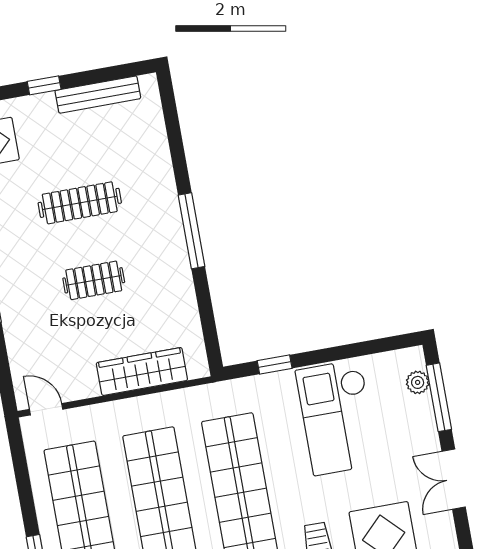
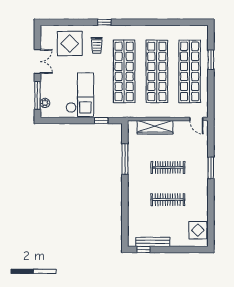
window: (44, 85) -> (144, 249), moved
window: (192, 231) -> (125, 159), moved
clothes rail: (94, 280) -> (168, 167), width x1.36

